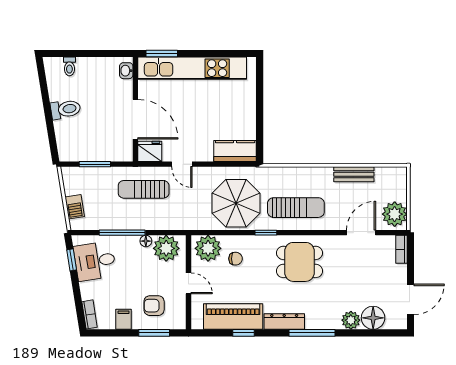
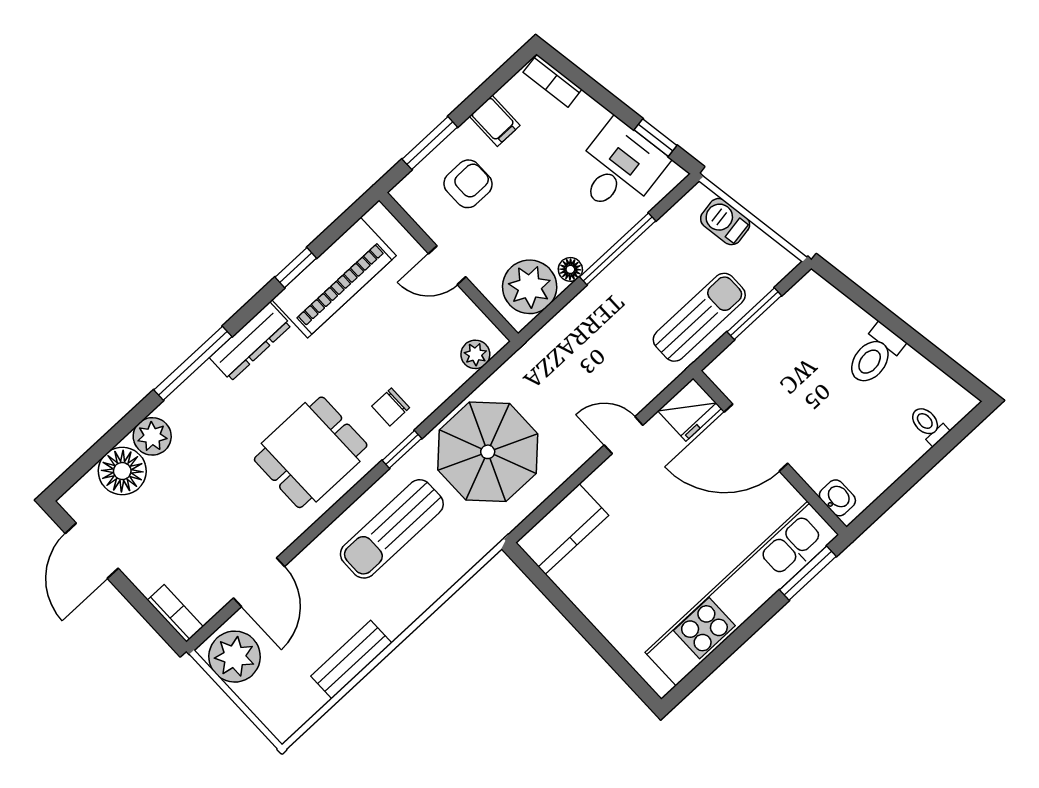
sun lounger: (144, 189) -> (699, 317), moved
plant: (208, 248) -> (475, 354), width x0.53, depth x0.53
chair: (236, 259) -> (391, 407), moved

